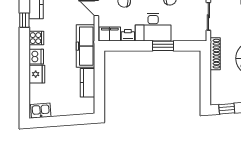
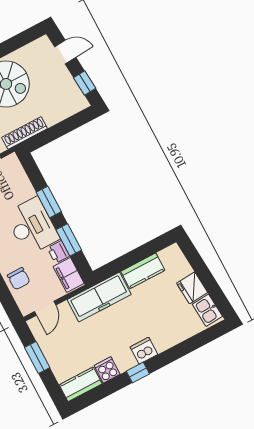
window: (24, 20) -> (138, 372), moved
cooker: (36, 38) -> (107, 370), moved
window: (132, 46) -> (69, 240), added
fridge: (37, 74) -> (192, 288), moved, turned -94

